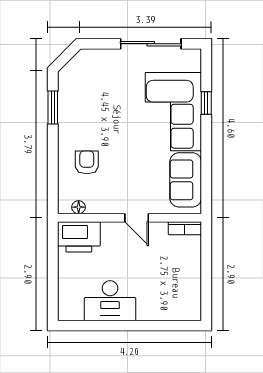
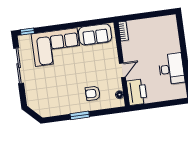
window: (206, 103) -> (27, 32), moved
window: (53, 107) -> (80, 115), moved
door: (137, 218) -> (122, 70), moved

